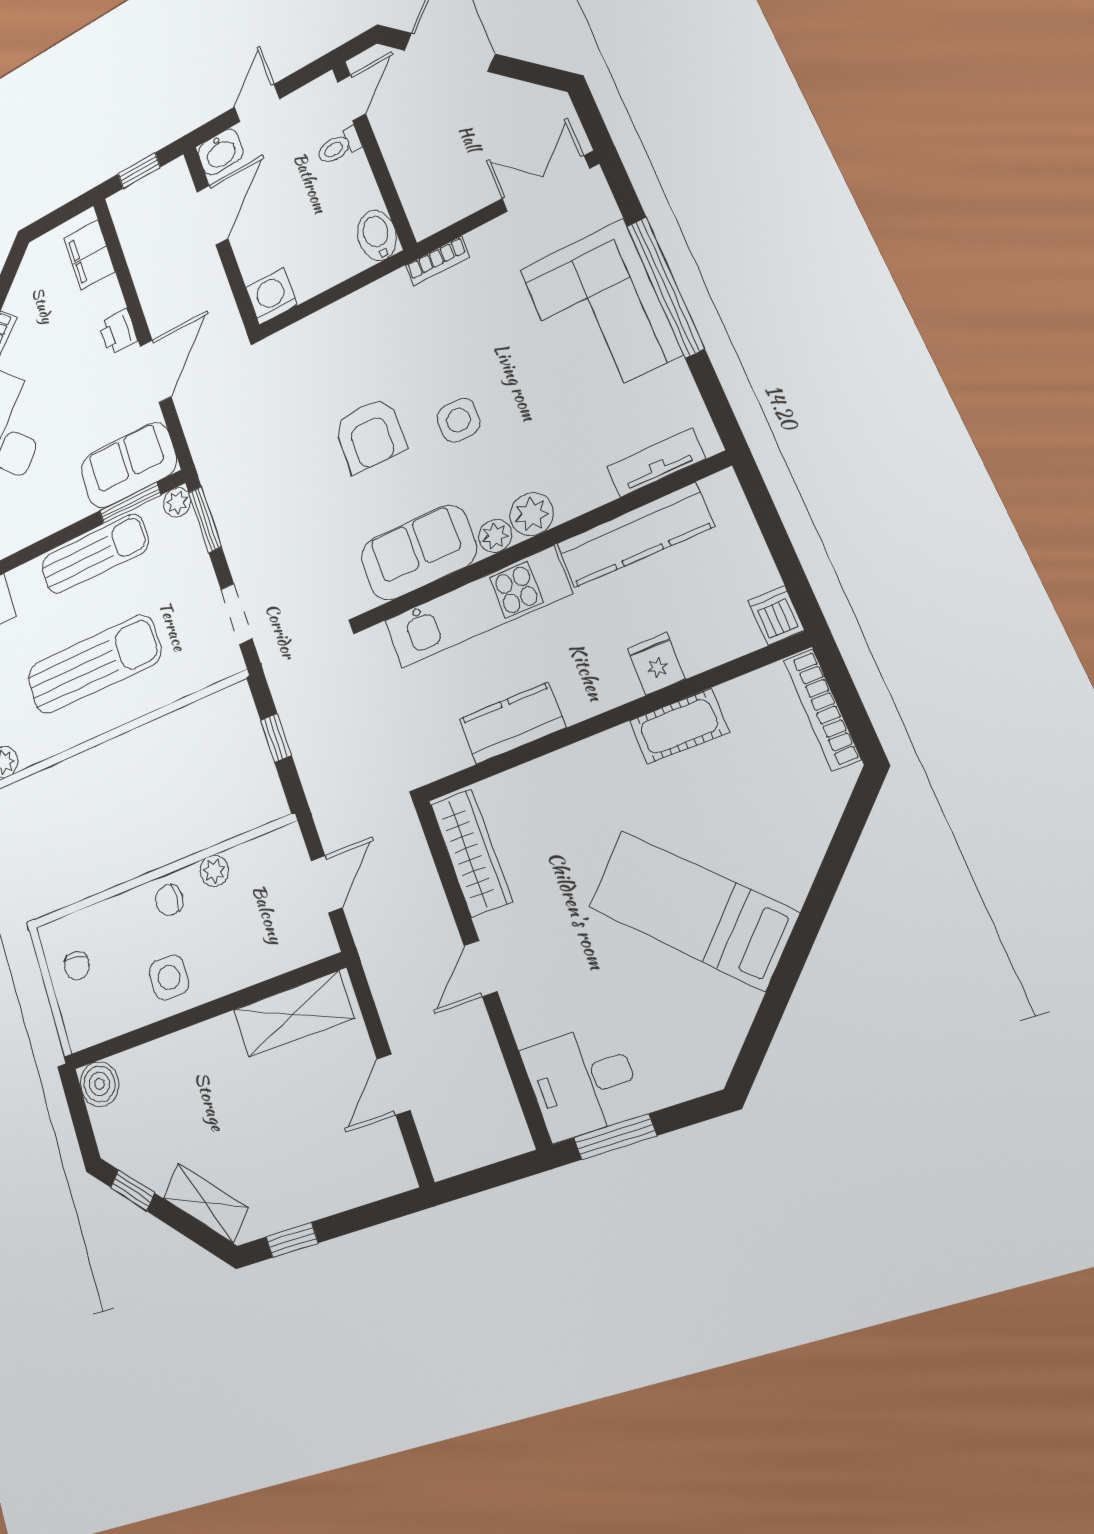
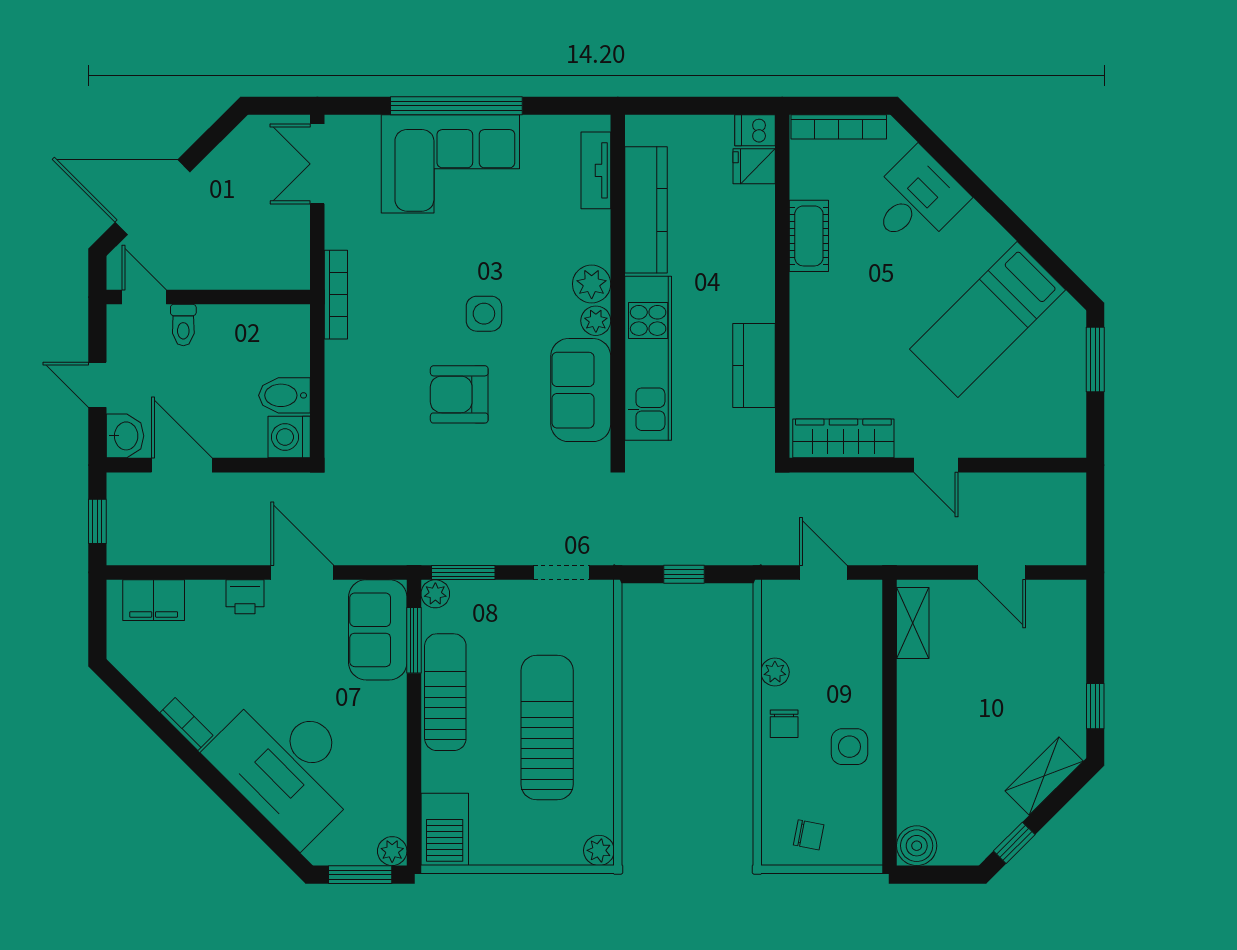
bidet: (377, 235) -> (284, 395), moved
bookcase: (437, 261) -> (336, 295), width x1.56
armchair: (370, 435) -> (459, 394), turned 180
fridge: (656, 664) -> (754, 166), moved
bed: (692, 910) -> (987, 319), moved
shelving: (293, 1014) -> (913, 623), width x0.67, depth x0.75
desk: (582, 1082) -> (916, 199), moved, turned -135
window: (615, 1137) -> (1095, 359), moved

